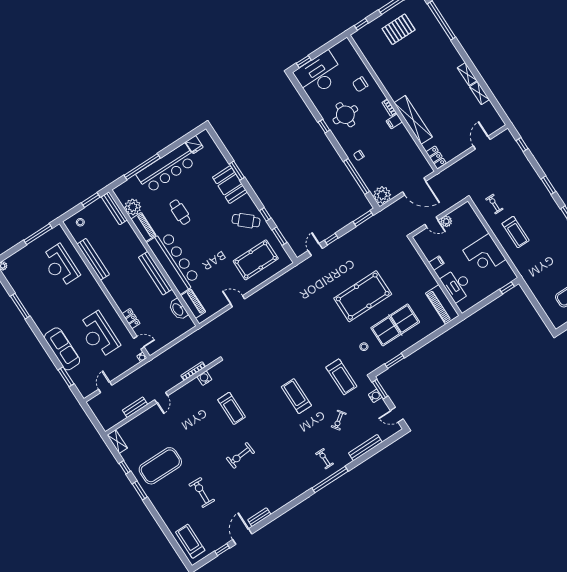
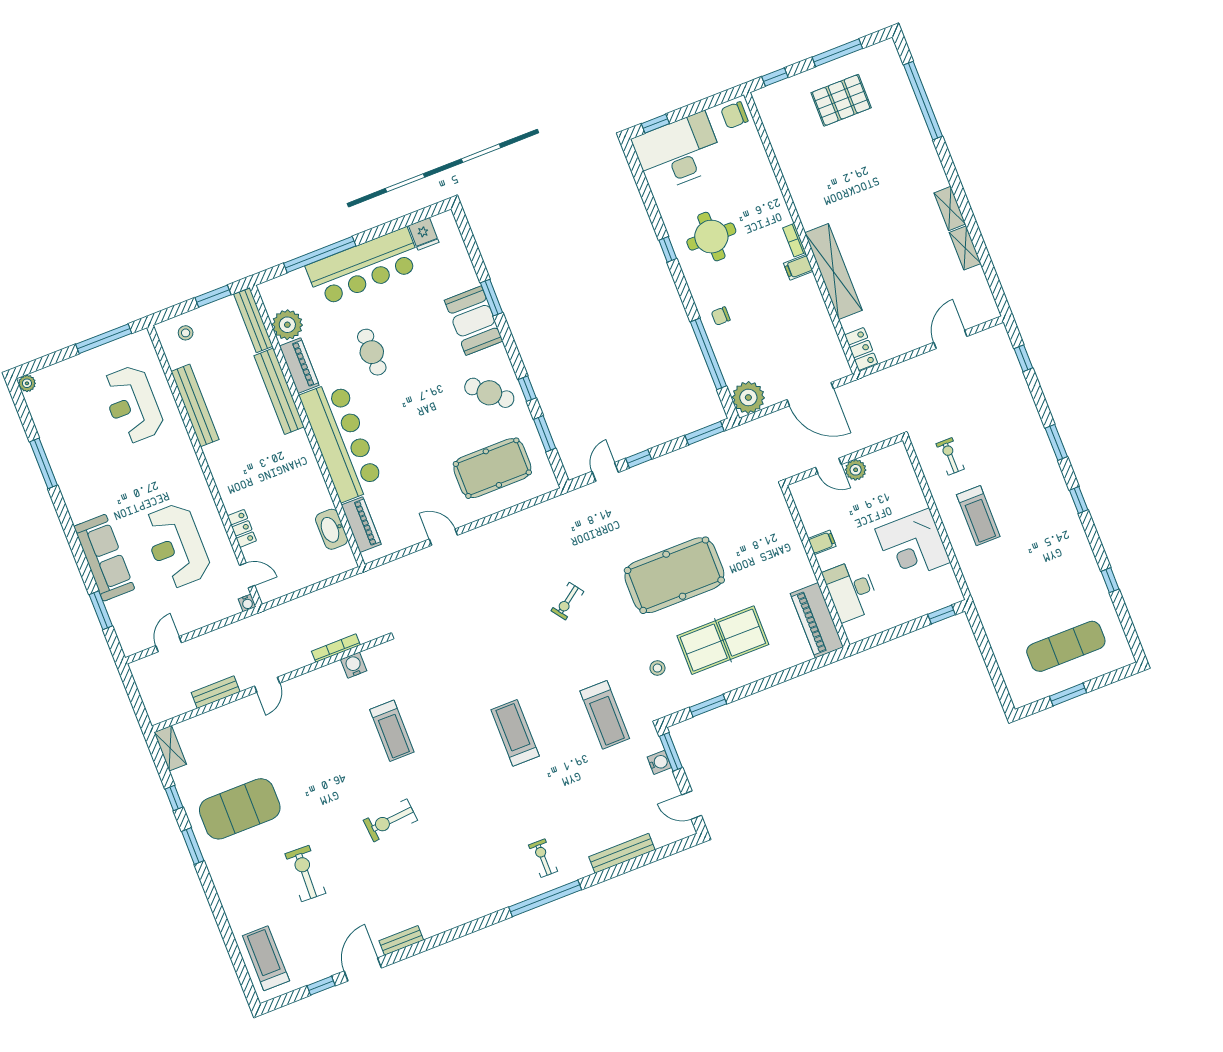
chair: (360, 84) -> (734, 115), moved
bench: (155, 273) -> (279, 391), moved
exercise bike: (339, 420) -> (567, 601), moved

